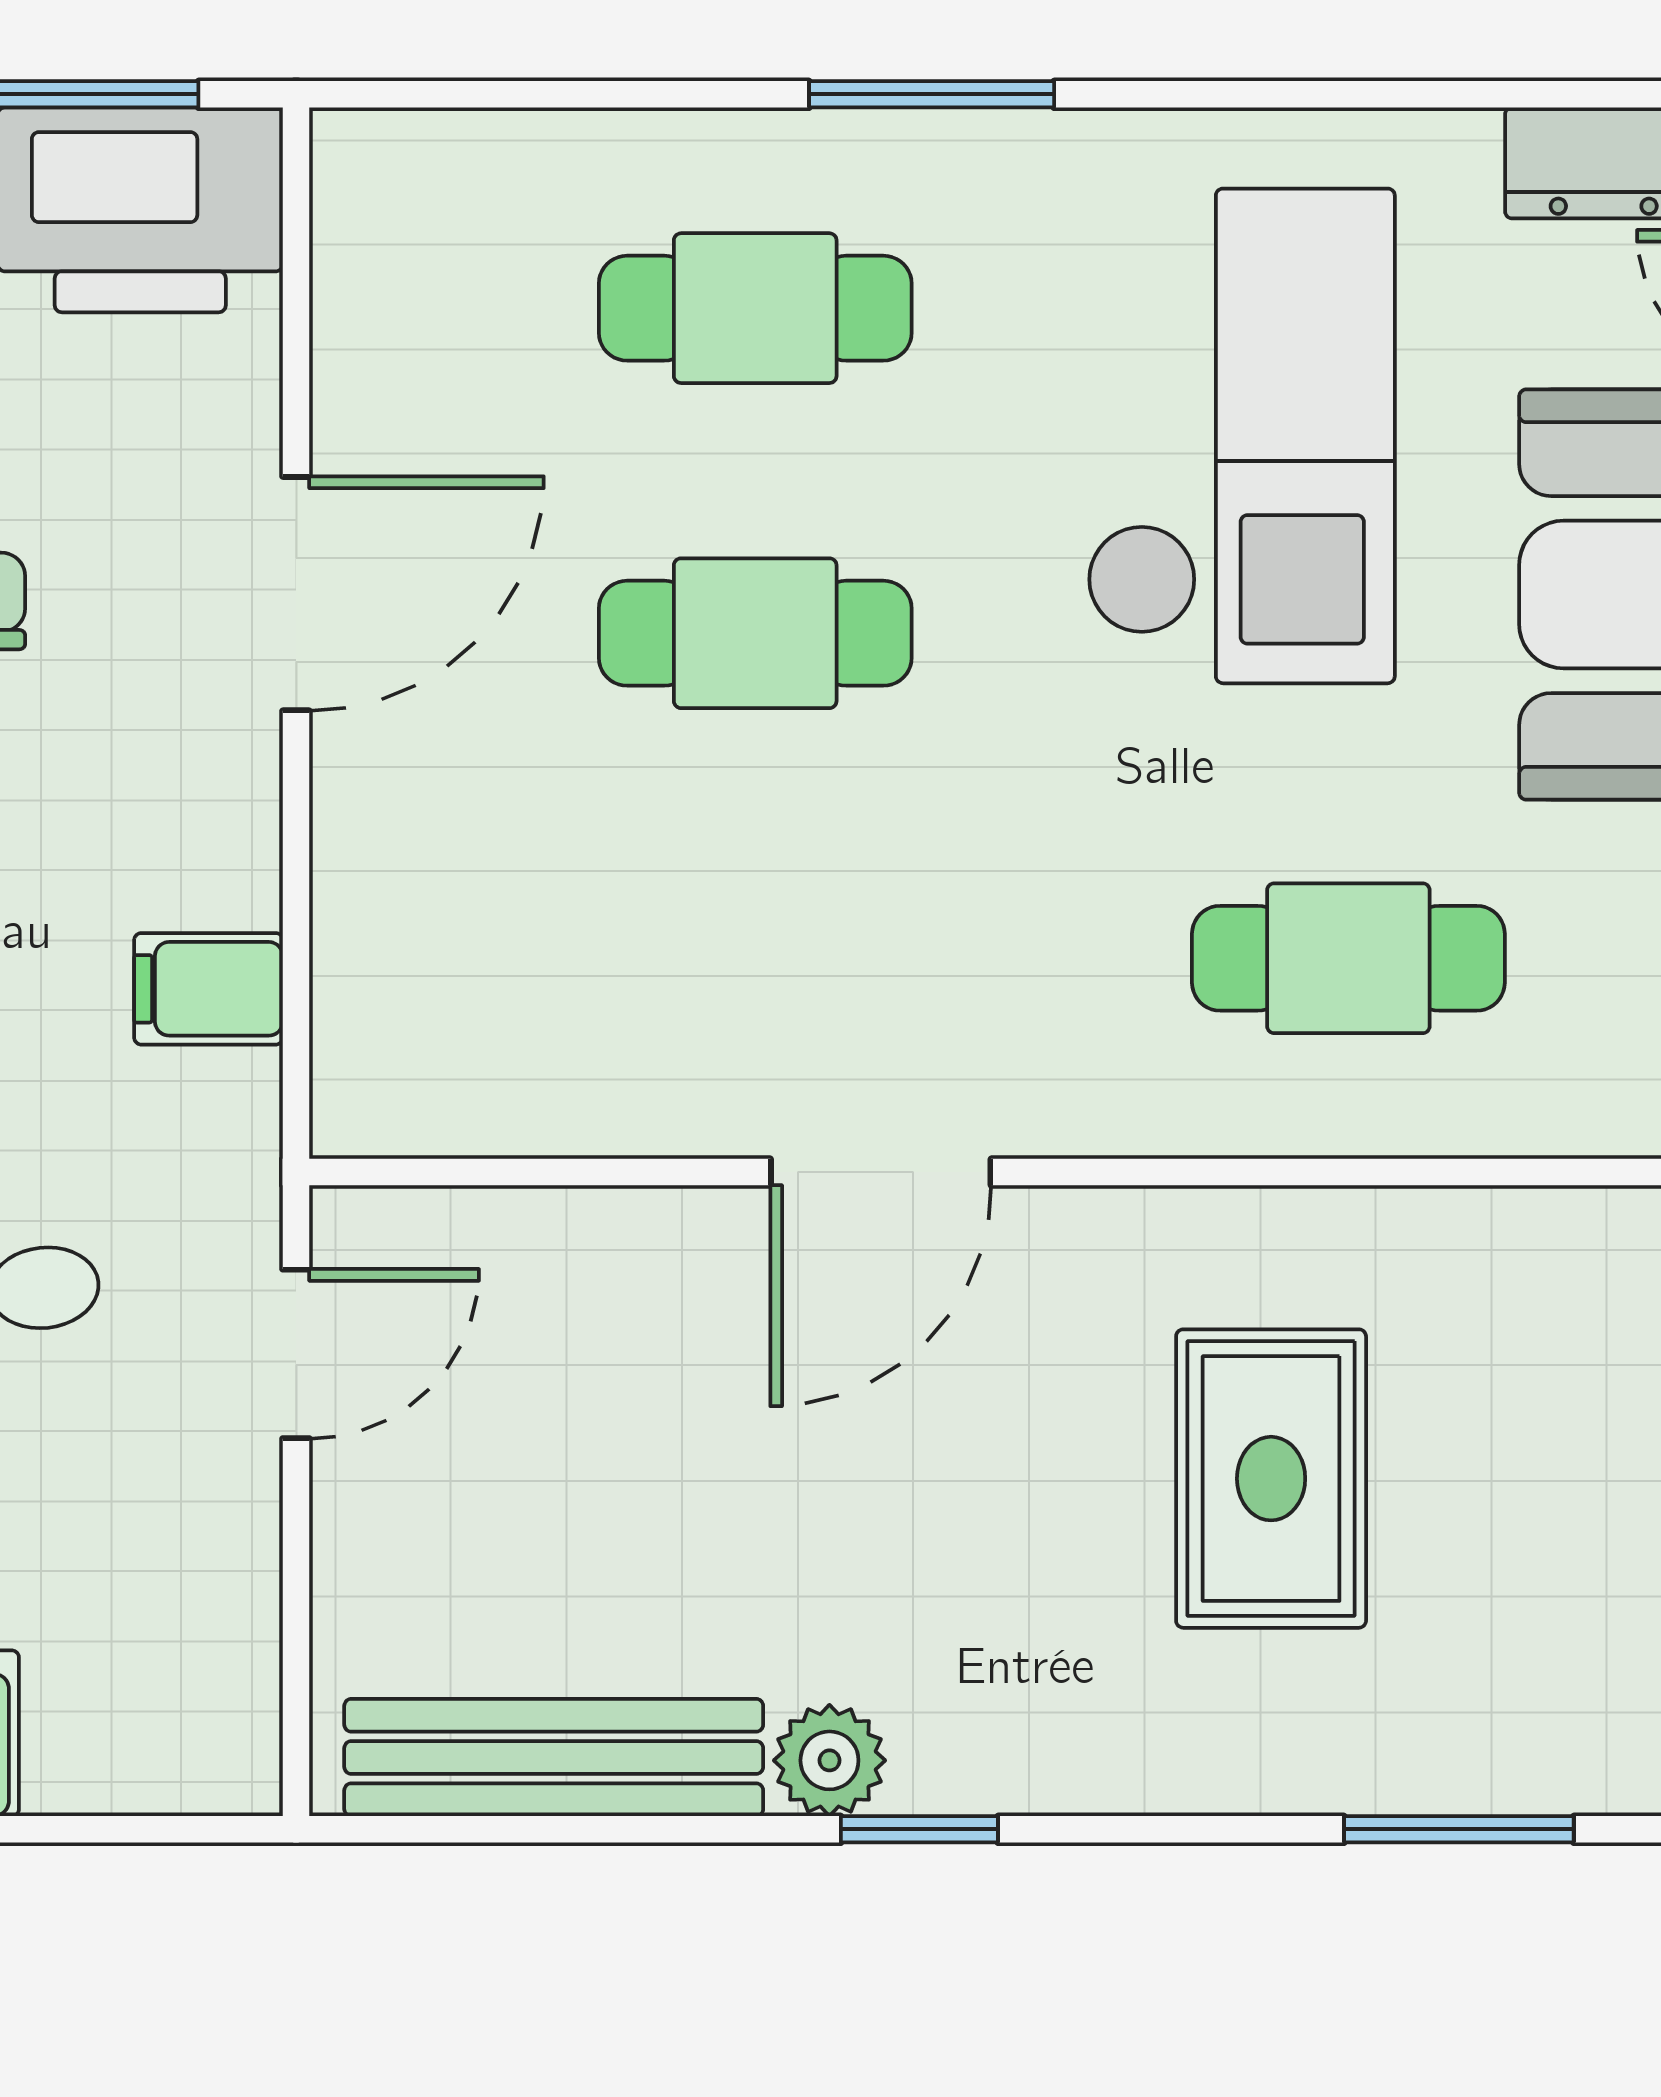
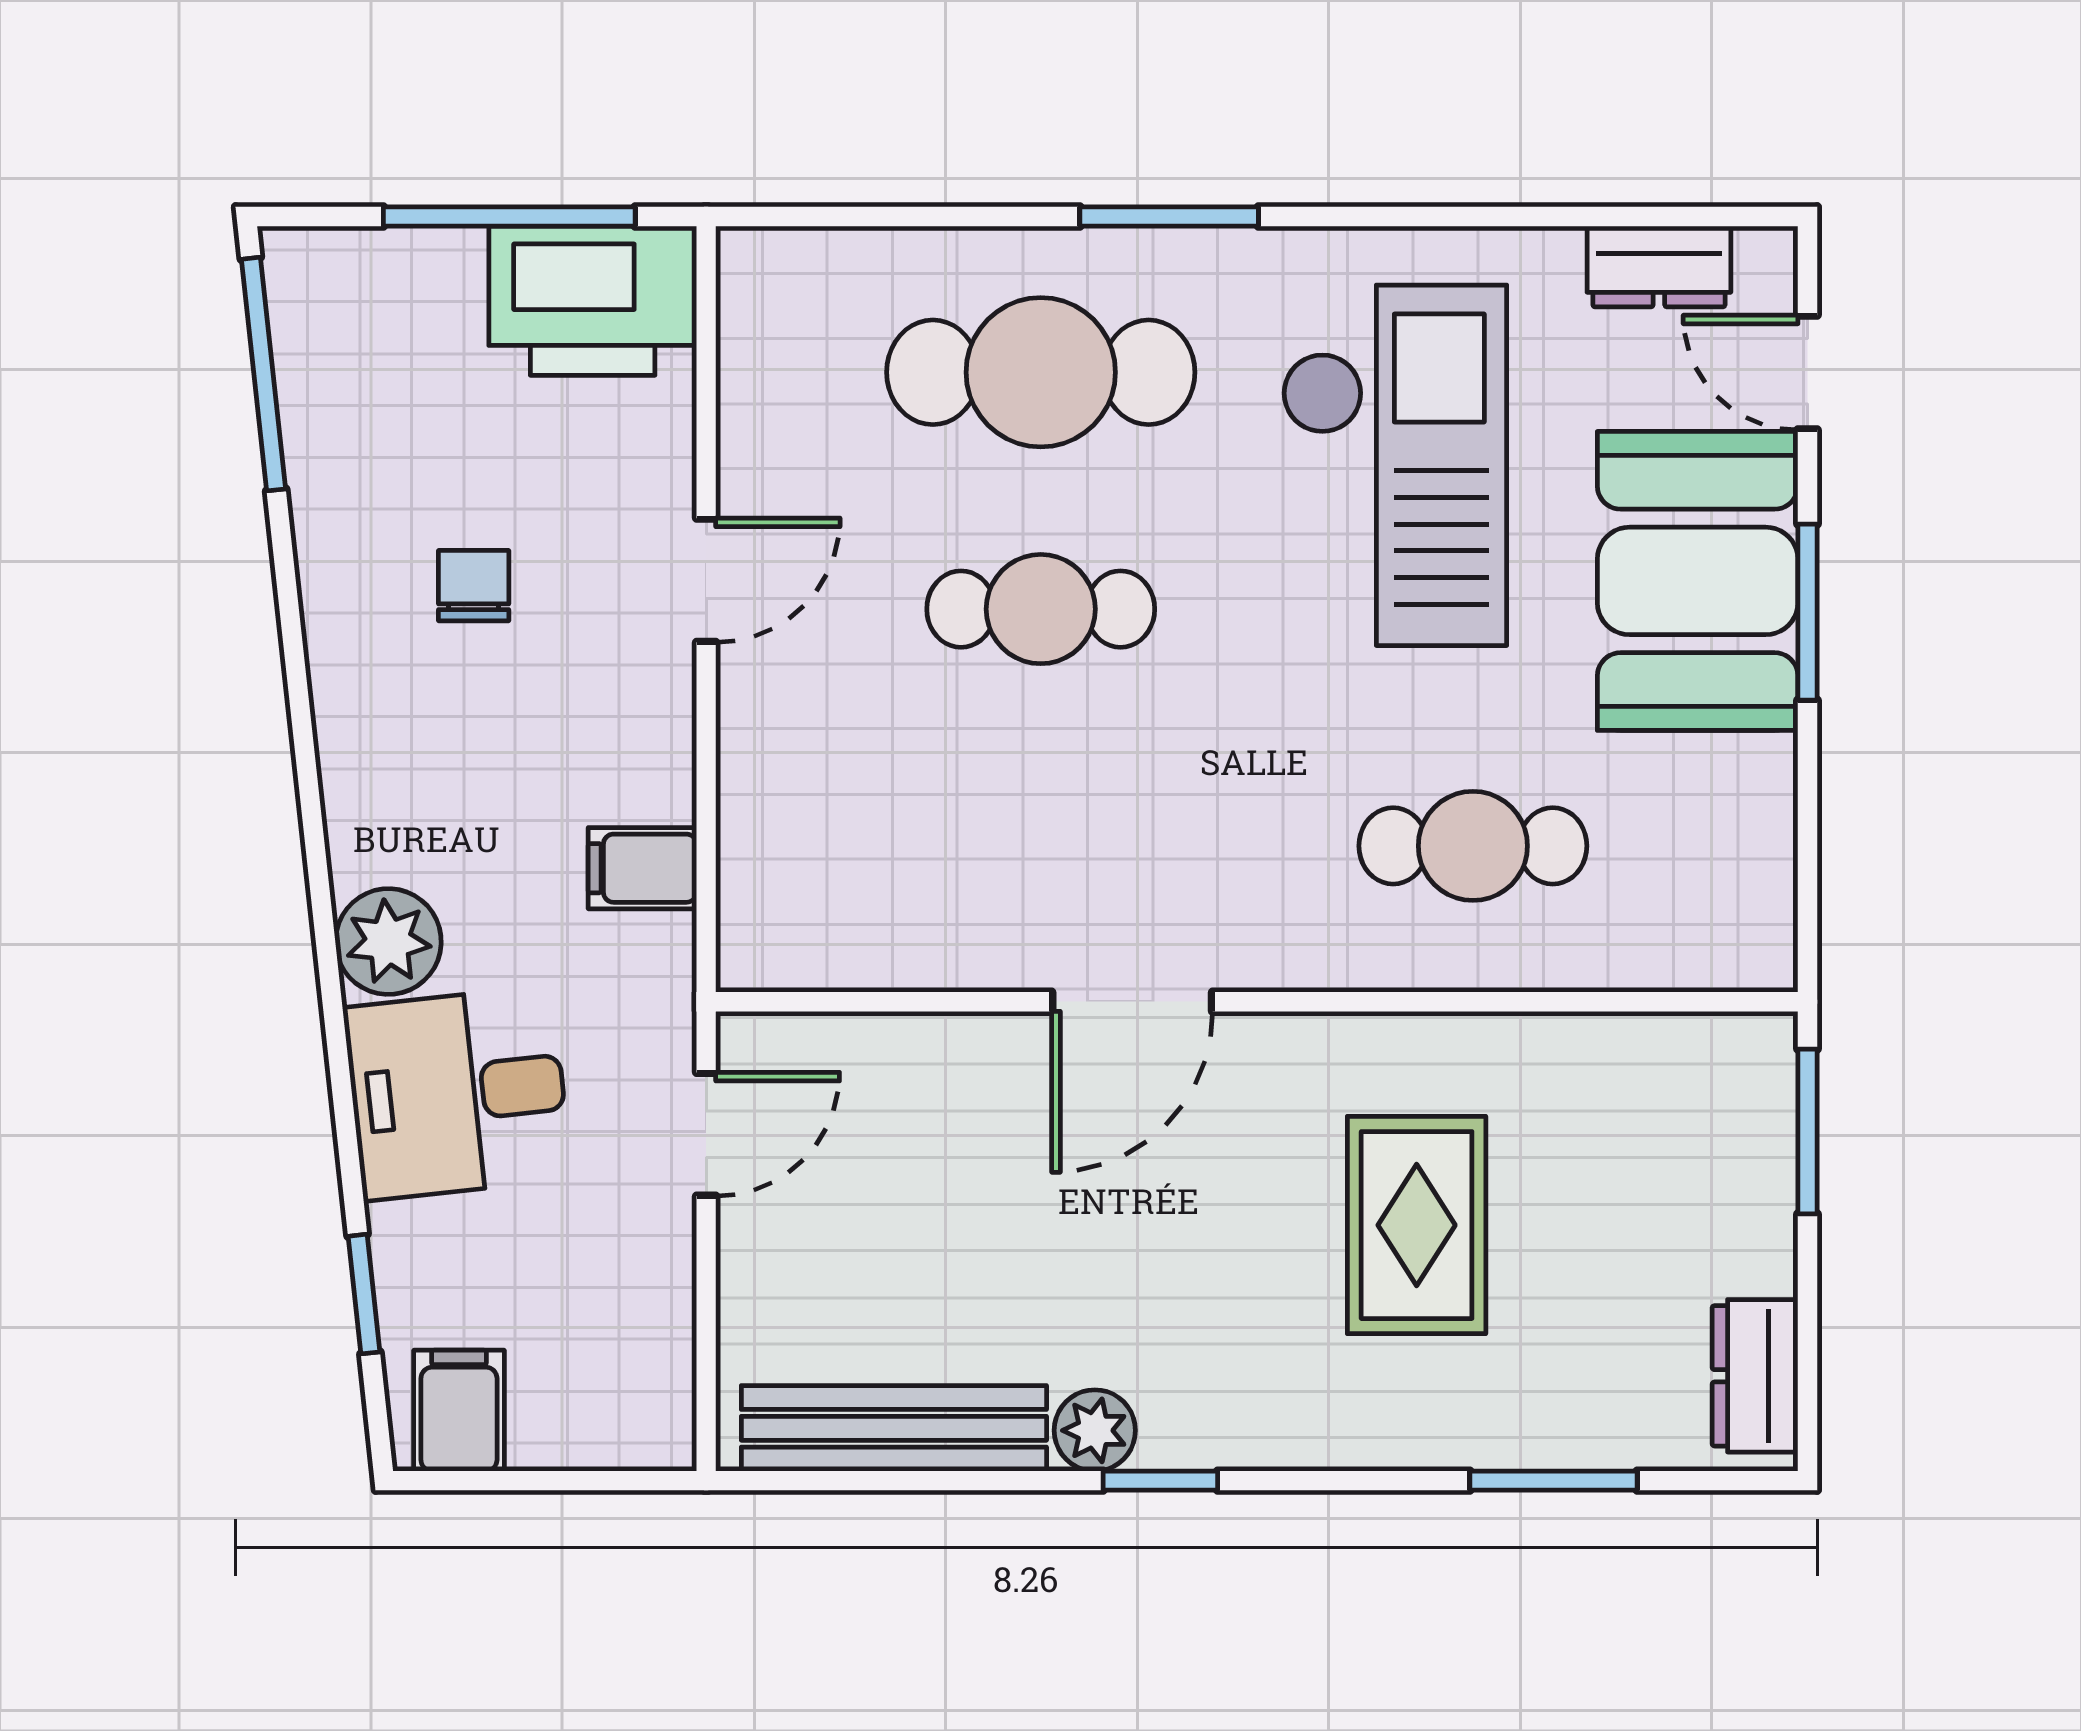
cafe table: (755, 308) -> (1041, 372), width x1.37, depth x1.35
door: (296, 594) -> (706, 580), width x0.73

